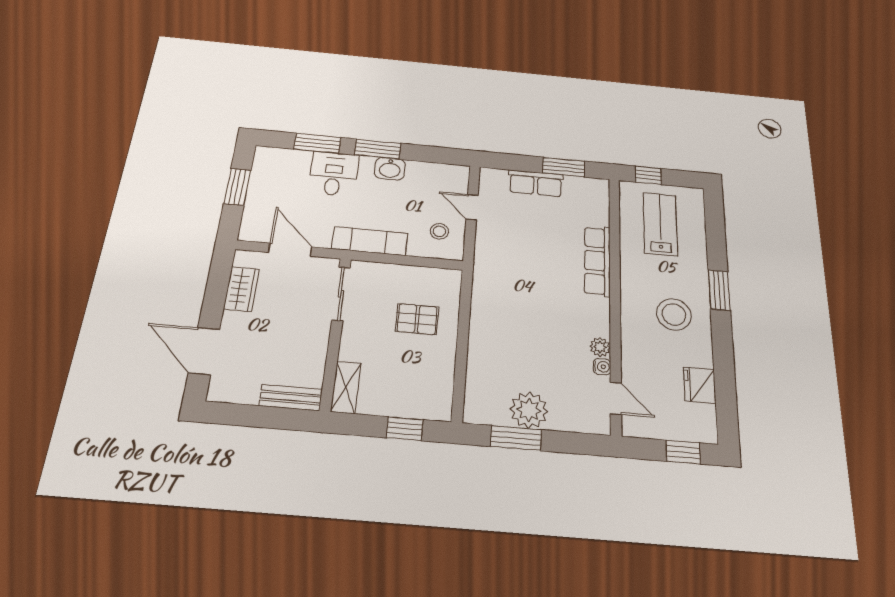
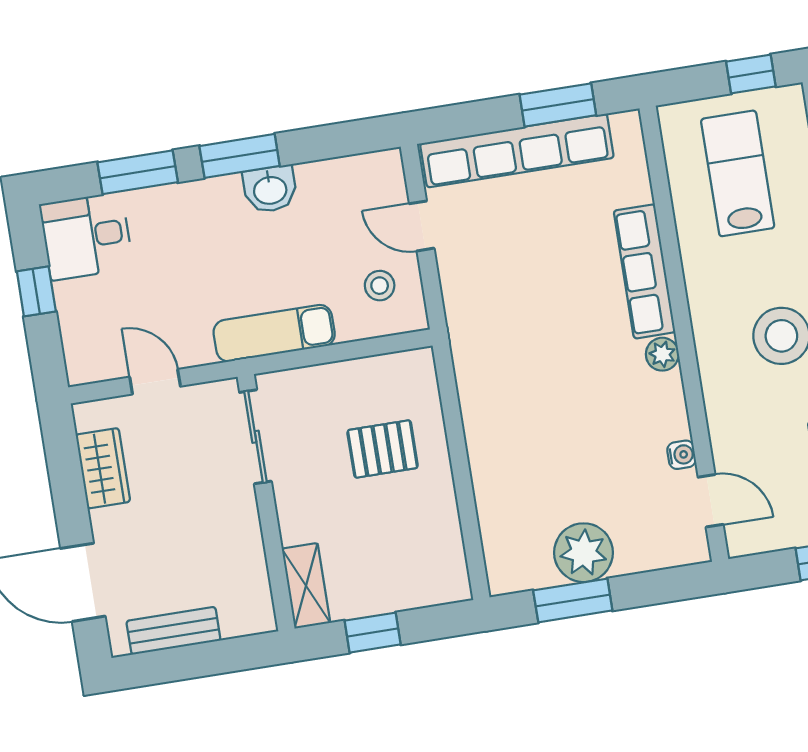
desk: (334, 174) -> (86, 236), moved, turned -90
window: (648, 175) -> (751, 74), moved
row of seats: (536, 183) -> (517, 151), width x2.02
window: (237, 187) -> (36, 291), width x0.67
door: (290, 250) -> (155, 382), width x0.73
plant: (600, 347) -> (662, 354), moved
bench: (291, 398) -> (173, 631), moved
window: (405, 429) -> (373, 633), moved

